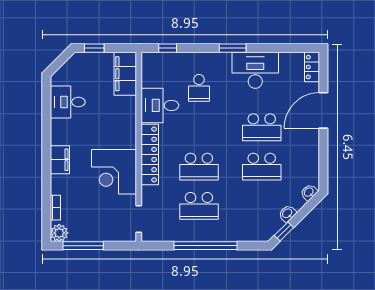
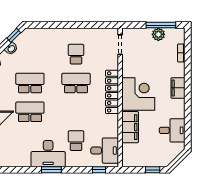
desk: (255, 70) -> (48, 154), moved
filing cabinet: (125, 74) -> (130, 127), moved
desk: (160, 105) -> (105, 151), moved
corner desk: (114, 172) -> (138, 94), moved
school desk: (199, 206) -> (76, 54), width x0.54
plant: (59, 233) -> (158, 34), moved
window: (205, 246) -> (71, 25), removed

